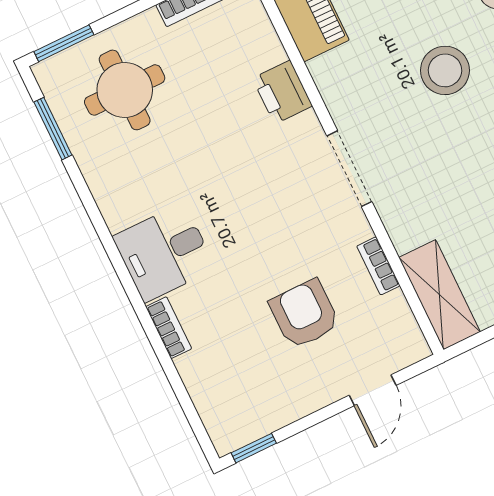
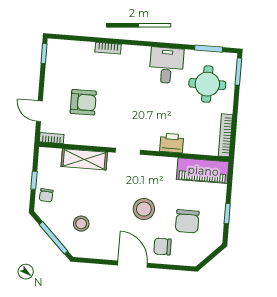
doorway: (349, 169) -> (128, 151), width x0.73
desk: (164, 253) -> (167, 65), moved
bookcase: (378, 266) -> (52, 138), moved
shelving: (440, 295) -> (84, 159), moved

